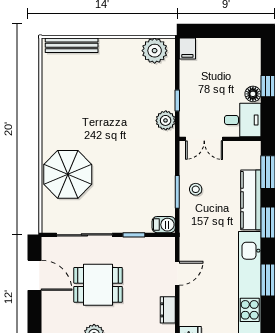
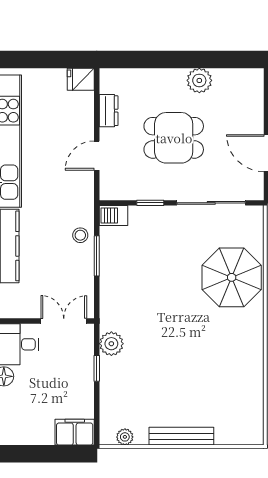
bench: (72, 45) -> (181, 436), moved
filing cabinet: (187, 49) -> (75, 432), width x2.00
plant: (155, 51) -> (125, 437), width x0.53, depth x0.53
stool: (196, 189) -> (80, 235), moved
dining table: (98, 285) -> (174, 138), moved

